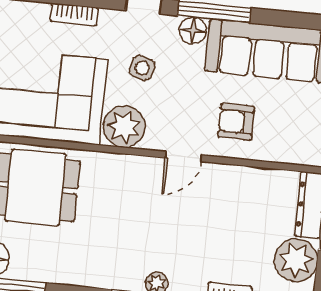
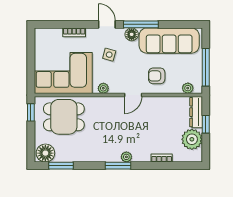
plant: (124, 127) -> (103, 88), width x0.53, depth x0.53
plant: (298, 153) -> (188, 88), added

